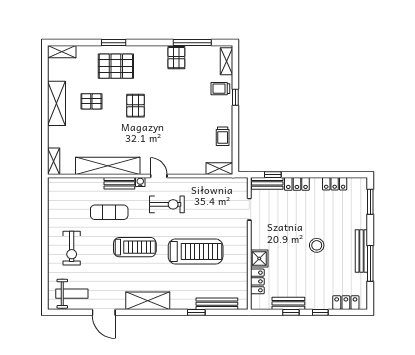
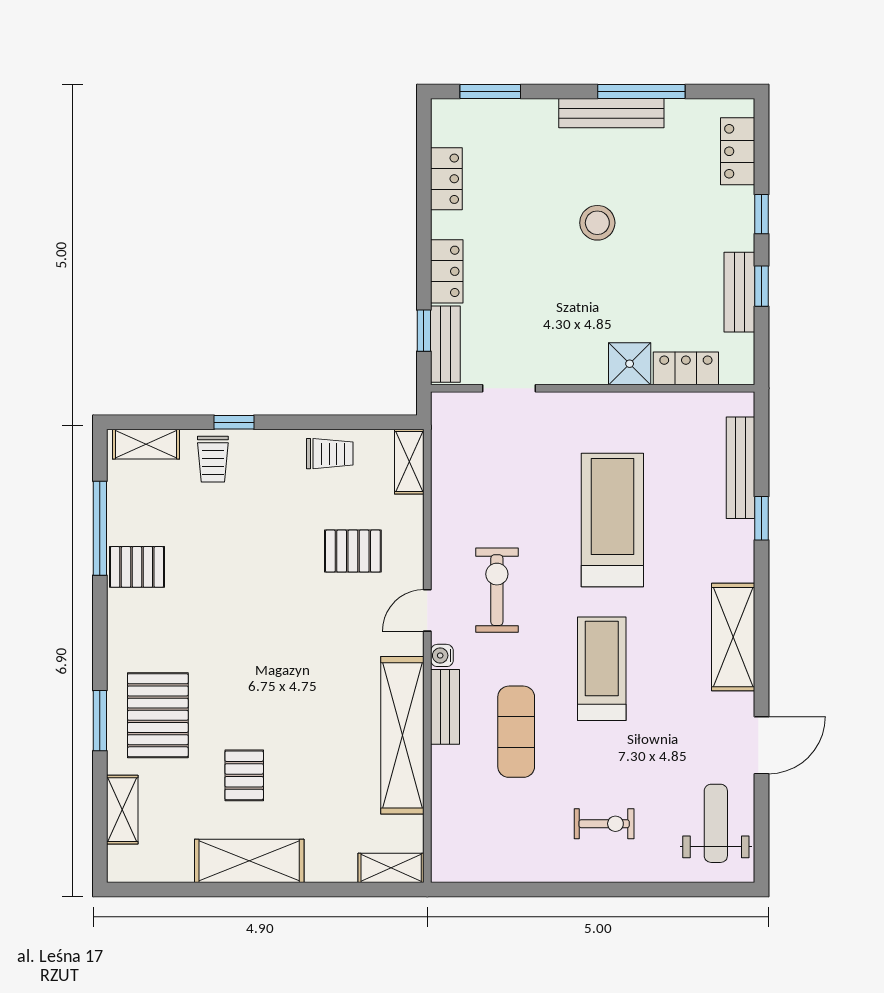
shelving: (62, 52) -> (122, 810), moved
pallet: (136, 106) -> (353, 551), moved
exercise bike: (72, 248) -> (604, 824), width x0.73, depth x0.72

